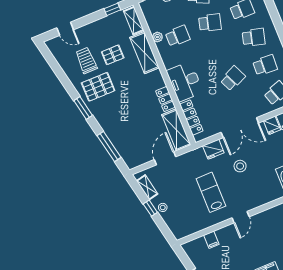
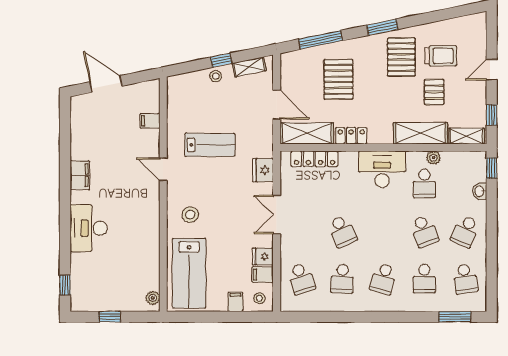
school desk: (210, 23) -> (424, 231), turned -36
door: (65, 29) -> (492, 70), moved
desk: (185, 81) -> (382, 169), moved
pallet: (131, 123) -> (339, 79), added
double door: (240, 128) -> (277, 215), width x0.73
stool: (240, 166) -> (190, 215), moved

